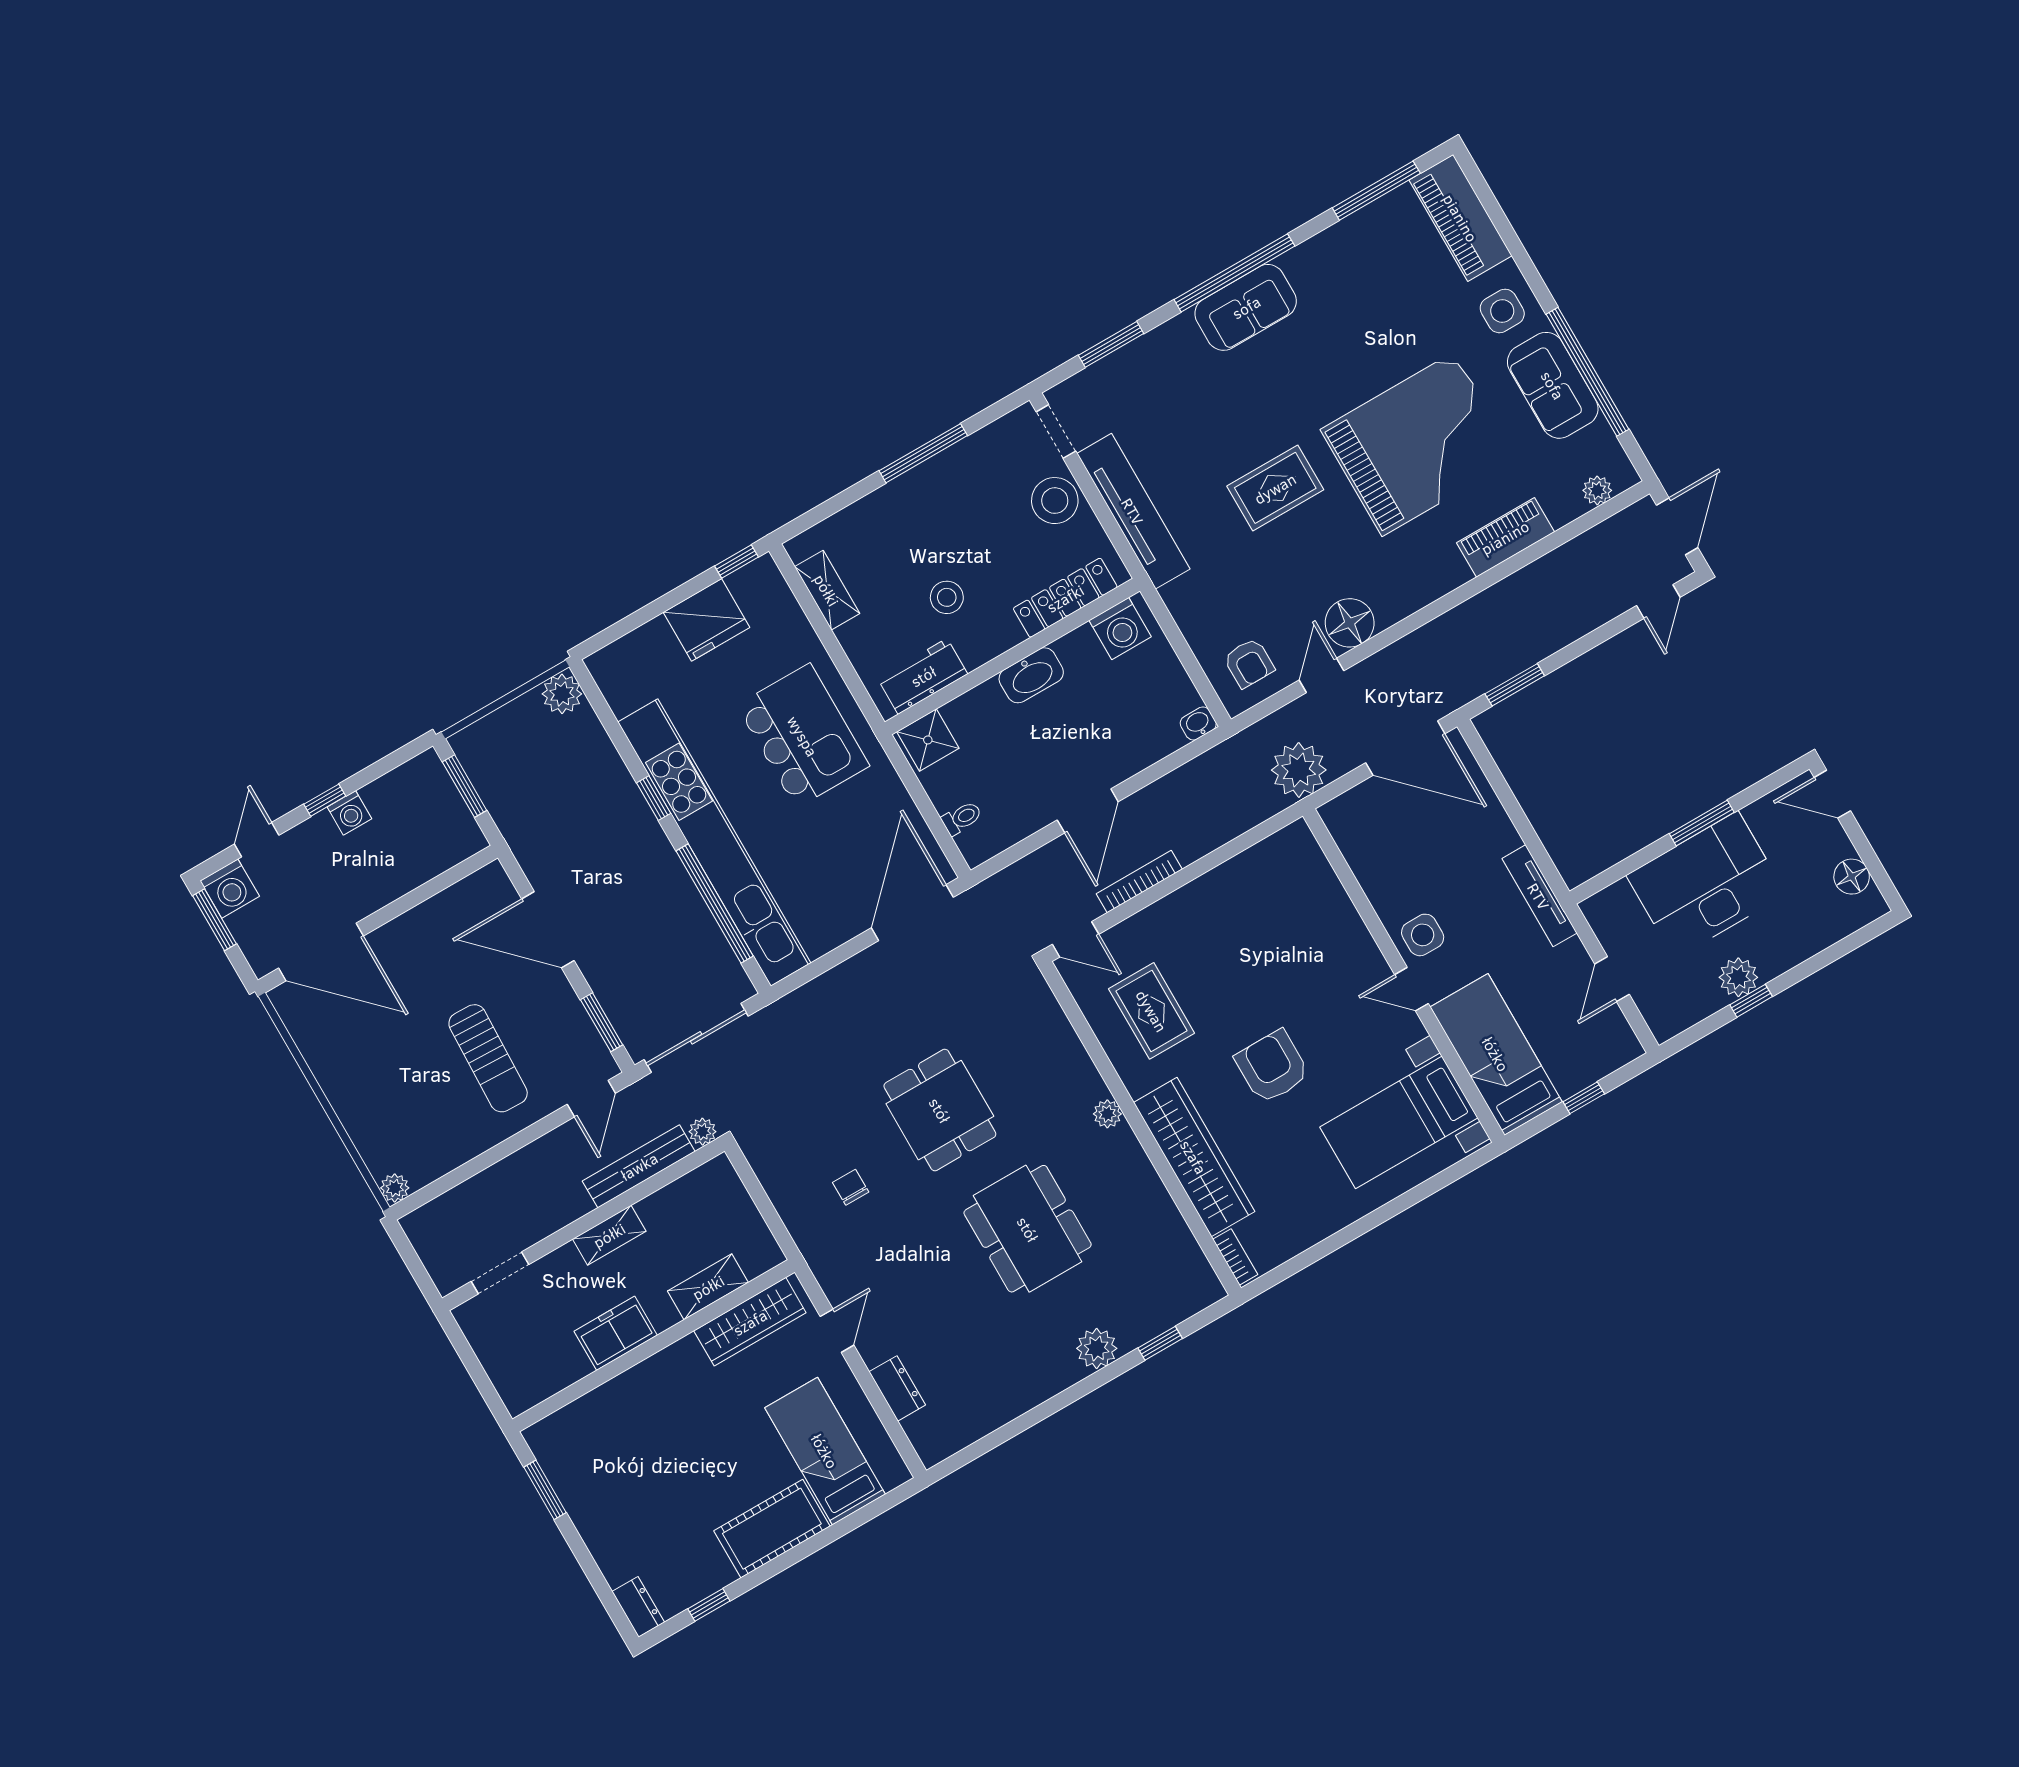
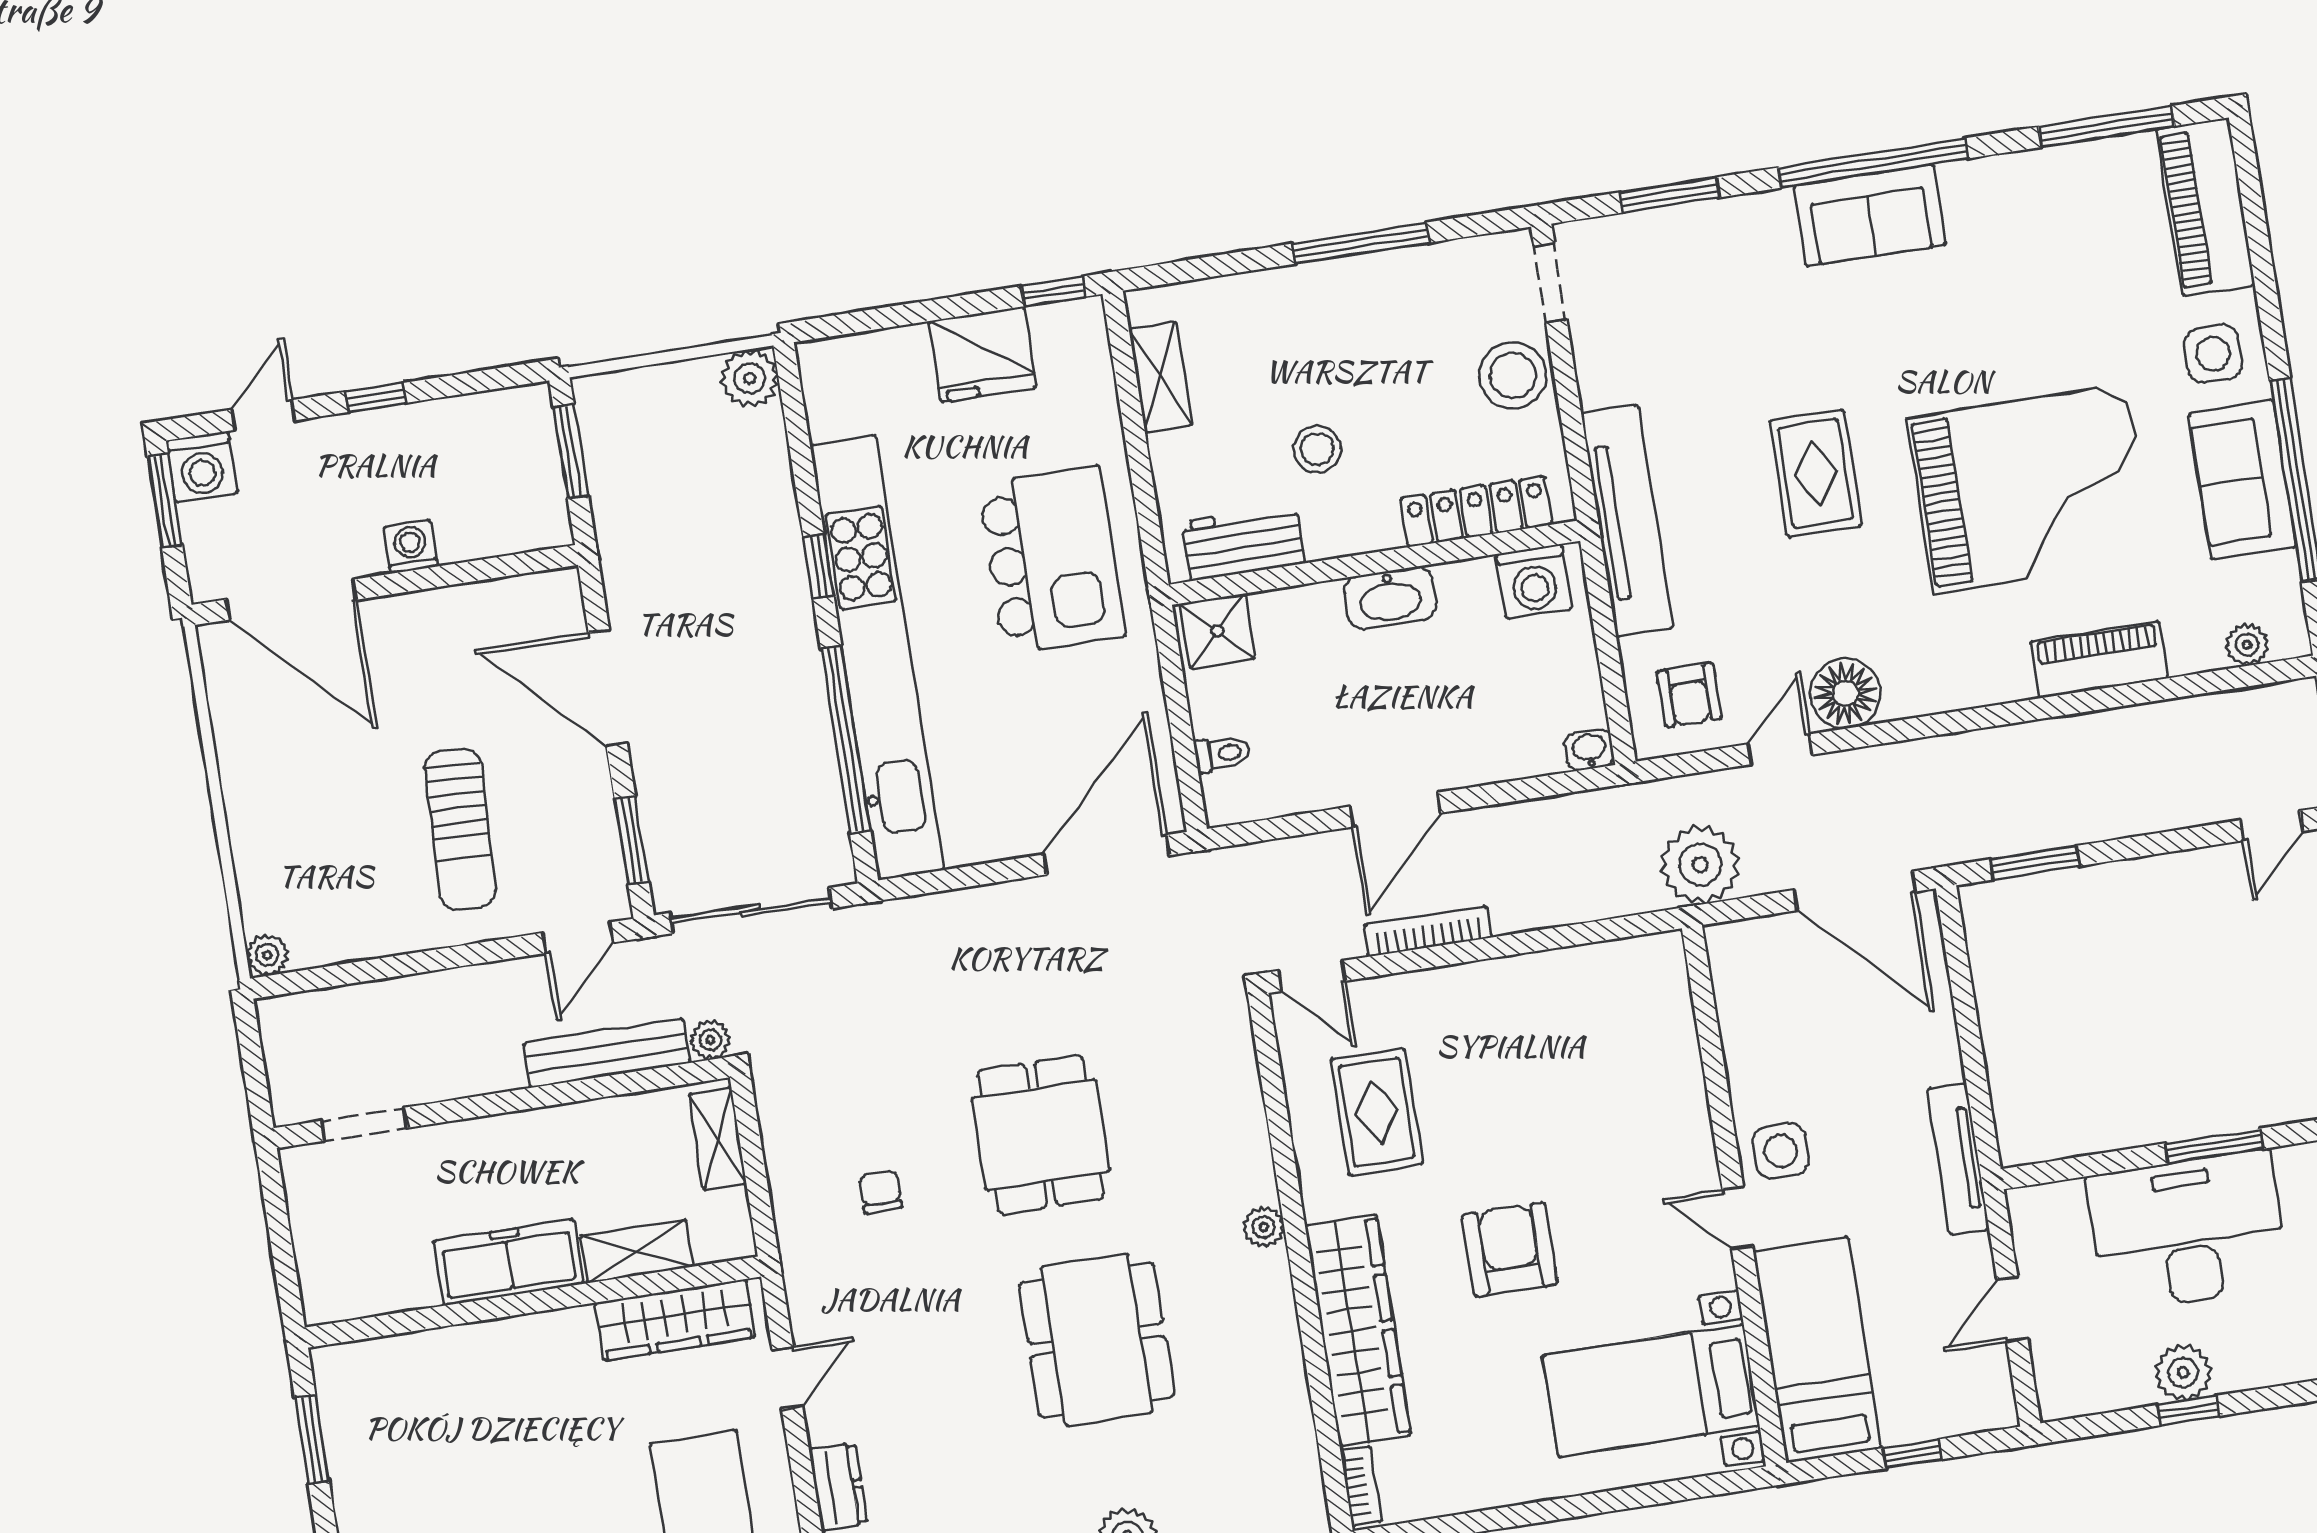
rug: (1275, 488) -> (1816, 473), turned 90
tv unit: (1133, 511) -> (1627, 521), moved
washing machine: (349, 813) -> (411, 547), moved, turned 180
shelving: (609, 1235) -> (717, 1139), moved, turned 90
freezer: (616, 1333) -> (509, 1262), width x1.40

